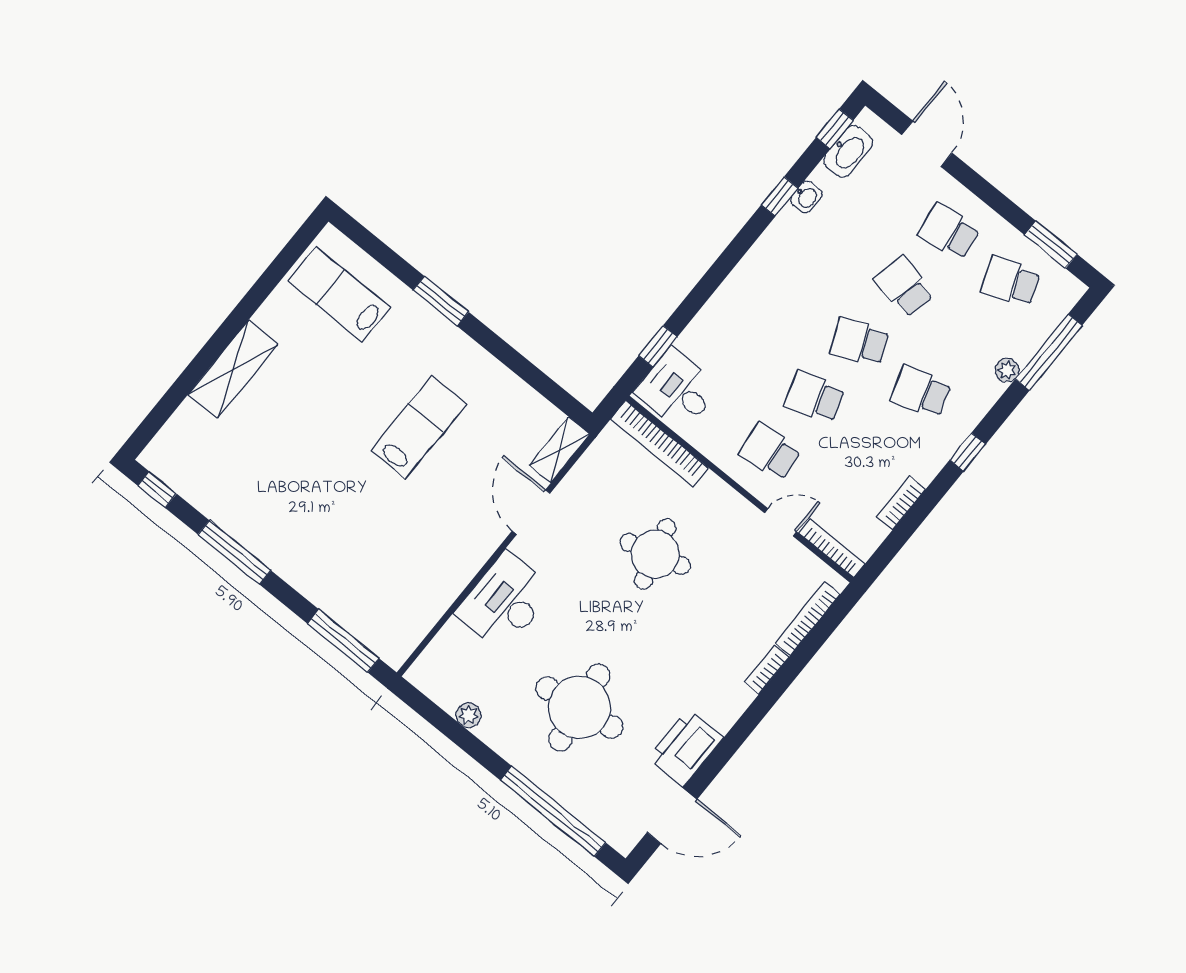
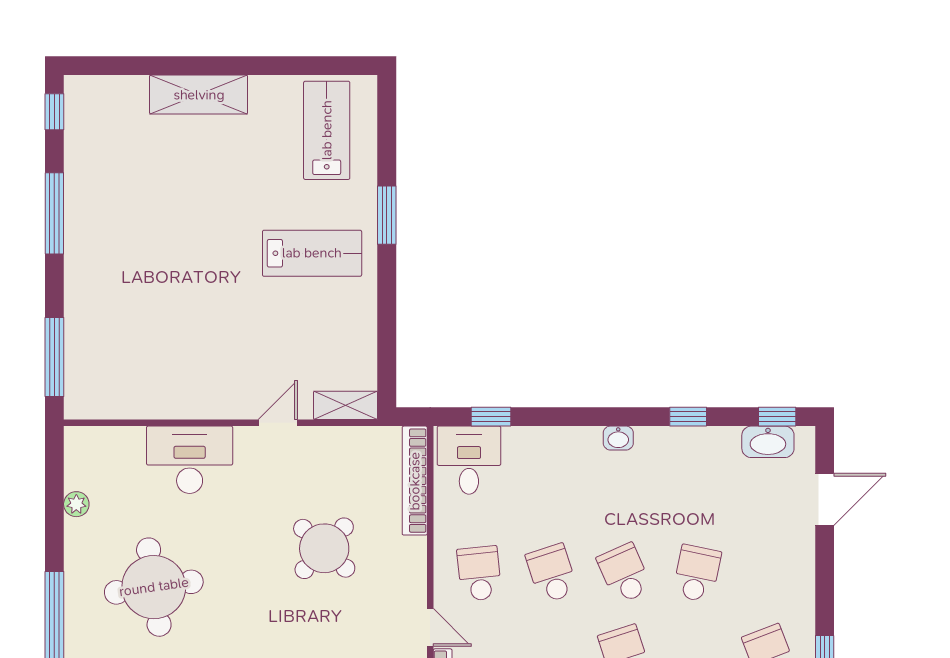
washbasin: (806, 197) -> (618, 438), moved
school desk: (949, 232) -> (769, 573), removed
lab bench: (419, 427) -> (312, 253), moved
door: (531, 512) -> (278, 423), width x0.73
round table: (655, 554) -> (324, 548), turned -32

